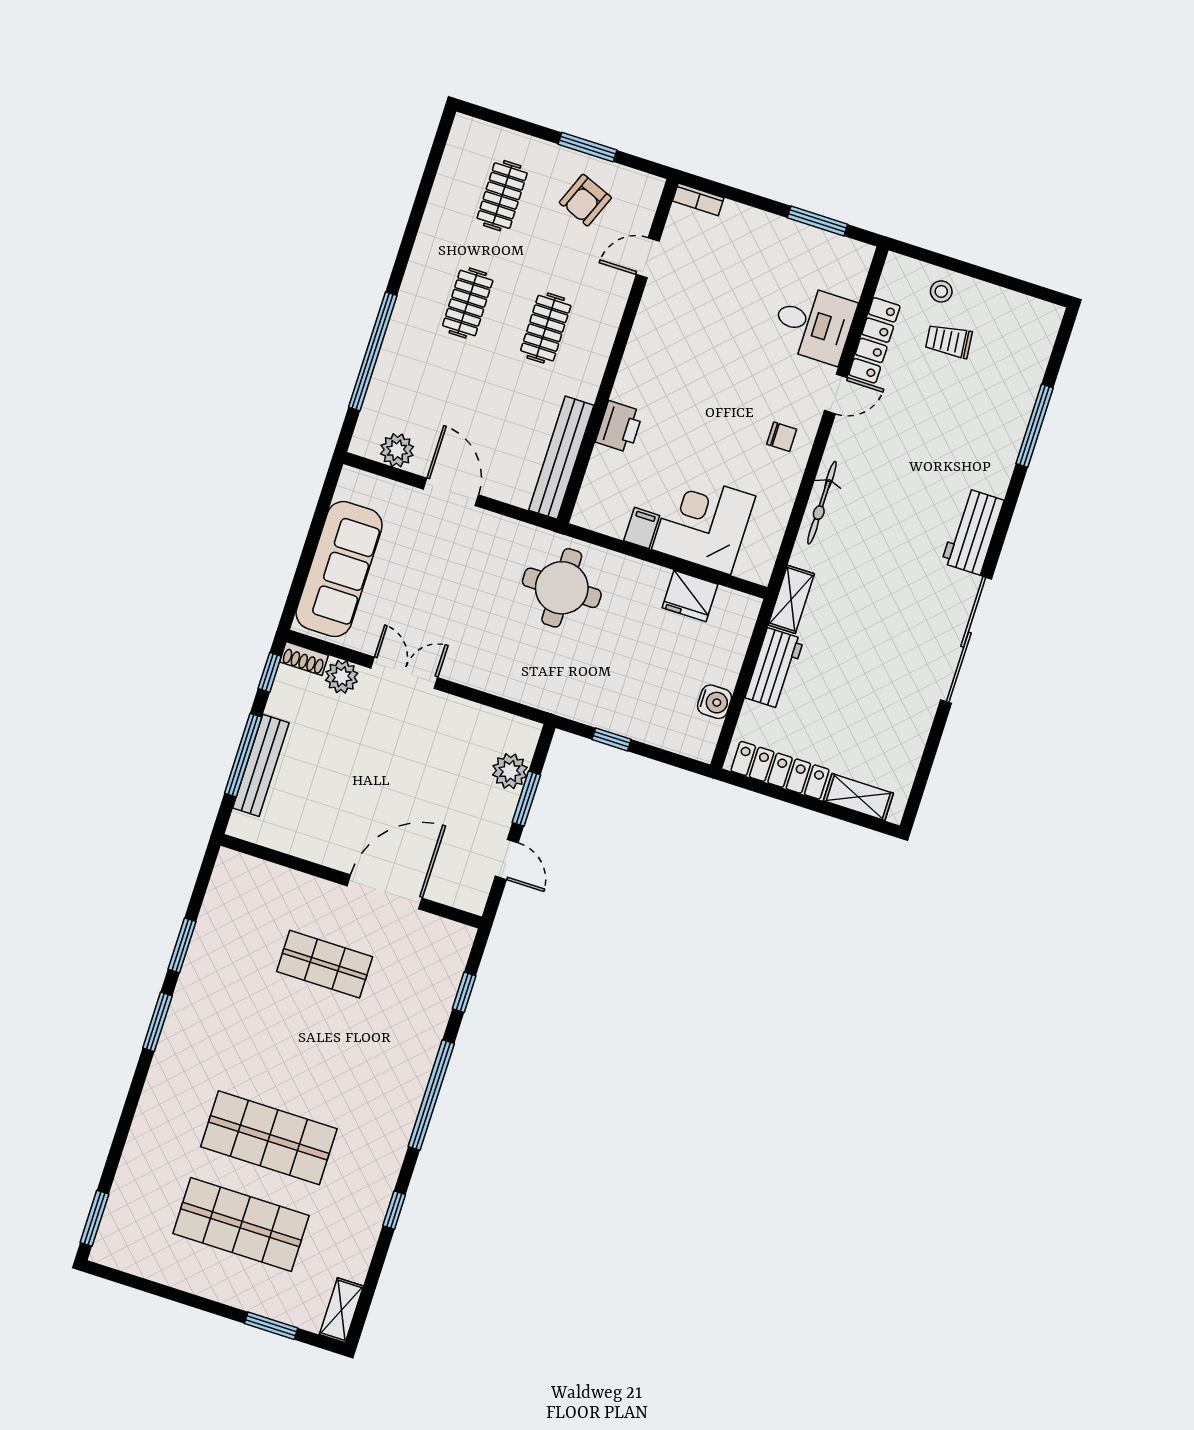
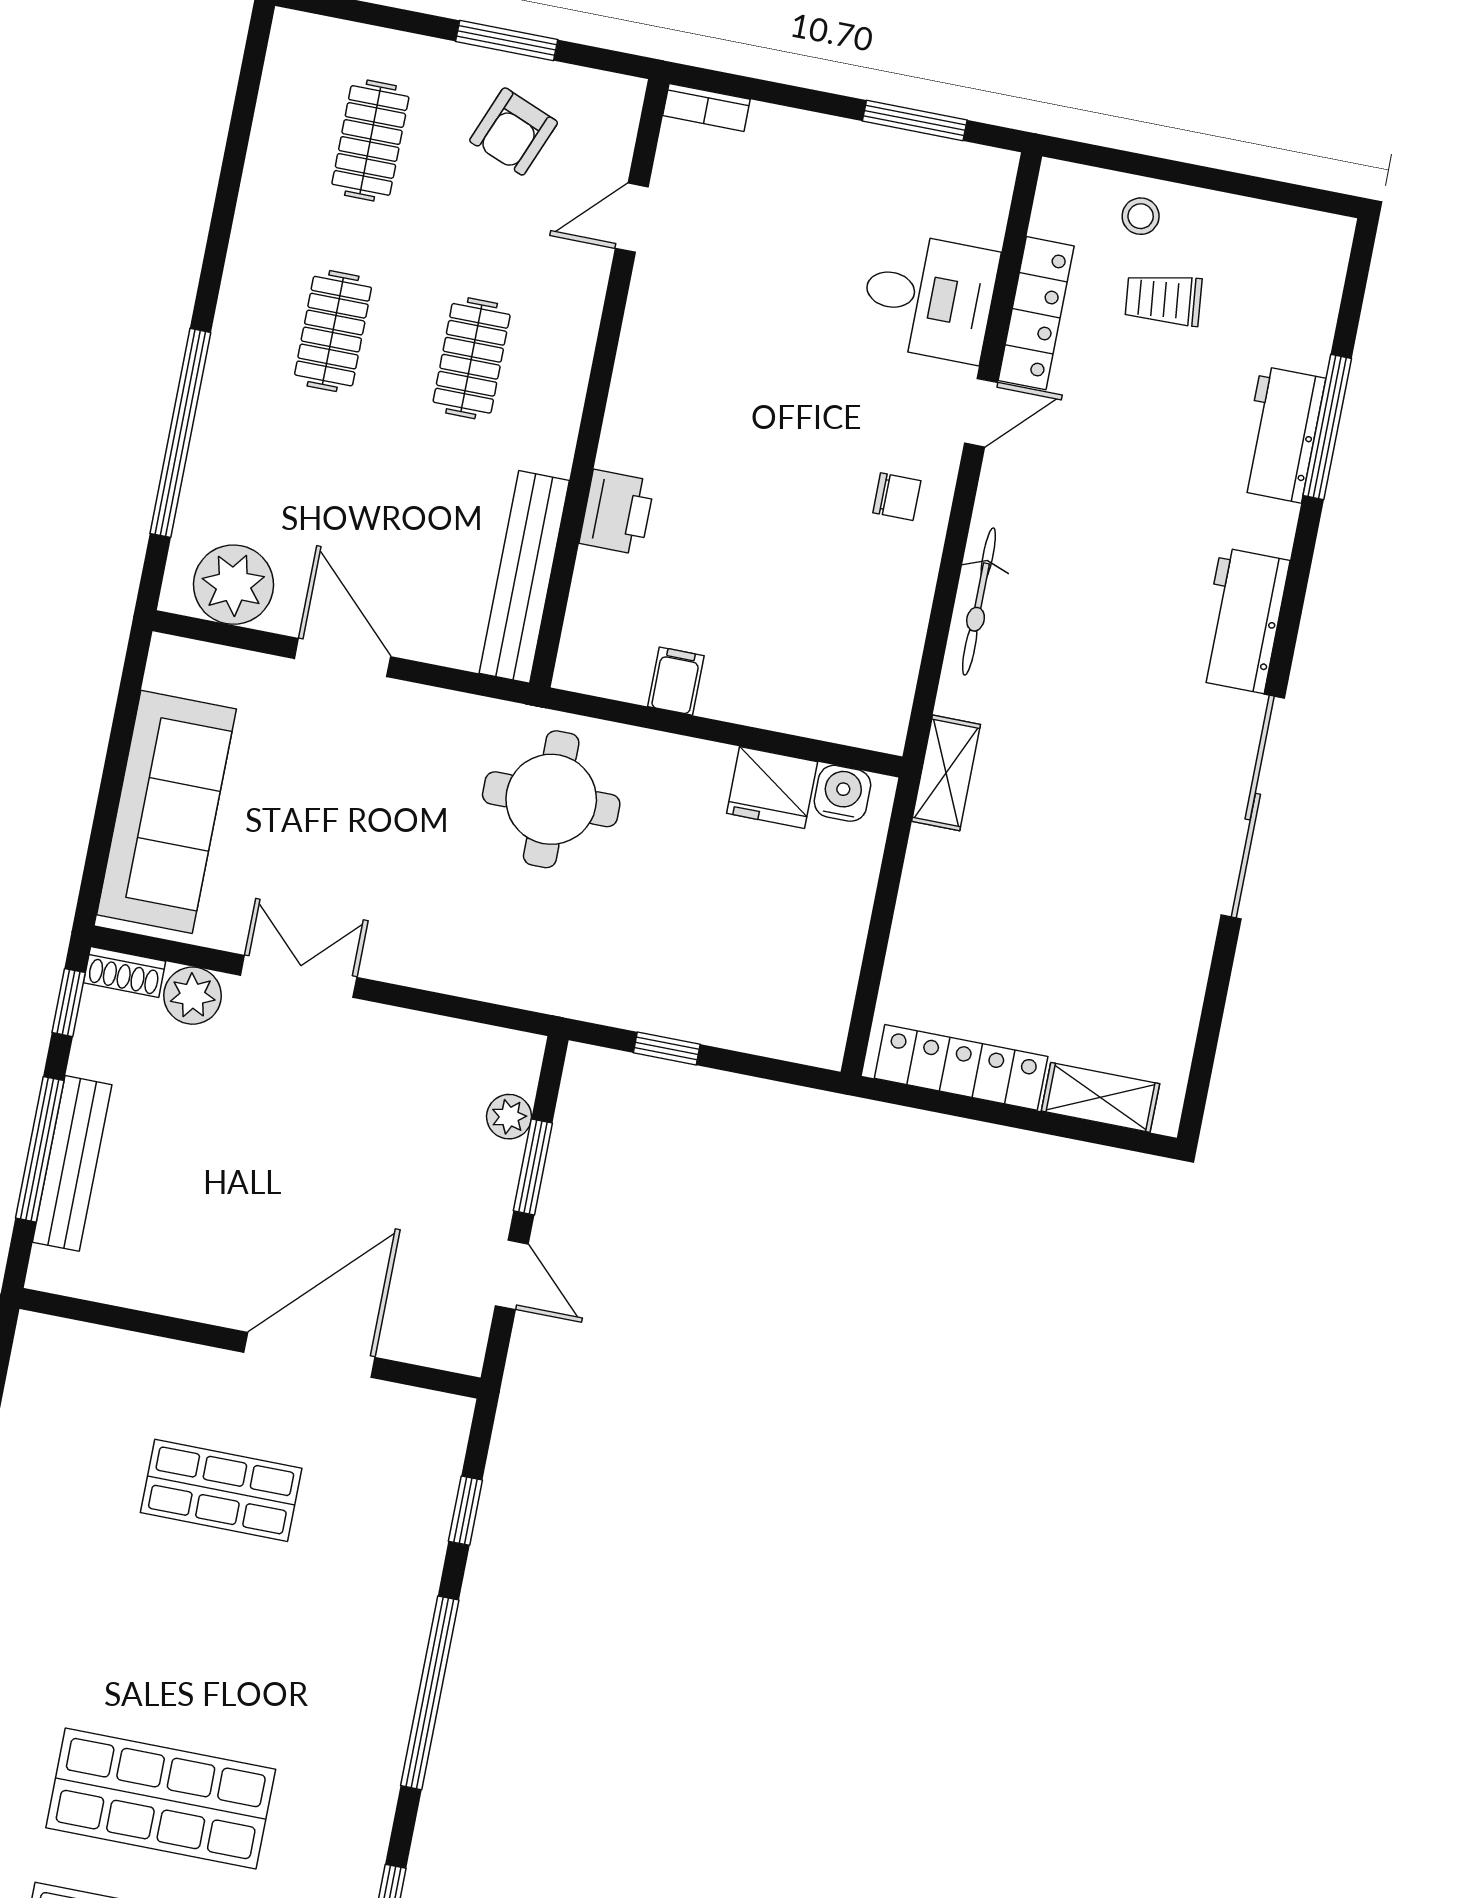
plant: (397, 450) -> (233, 585), width x1.36, depth x1.36
corner desk: (704, 523) -> (781, 660), removed
workbench: (774, 668) -> (1281, 434), moved, turned 180
water cooler: (714, 702) -> (842, 793), moved, turned -90
plant: (510, 771) -> (509, 1117), width x0.73, depth x0.73

